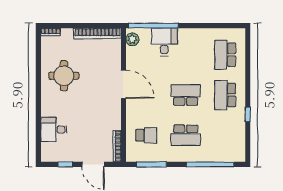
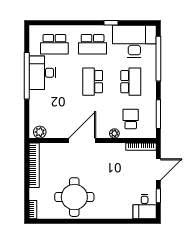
window: (153, 26) -> (27, 76), moved
desk: (164, 42) -> (42, 73), moved, width x1.37
round table: (64, 76) -> (74, 197), width x1.36, depth x1.36
plant: (131, 118) -> (114, 133), added
desk: (54, 129) -> (145, 207), moved
desk: (228, 139) -> (134, 41), added

